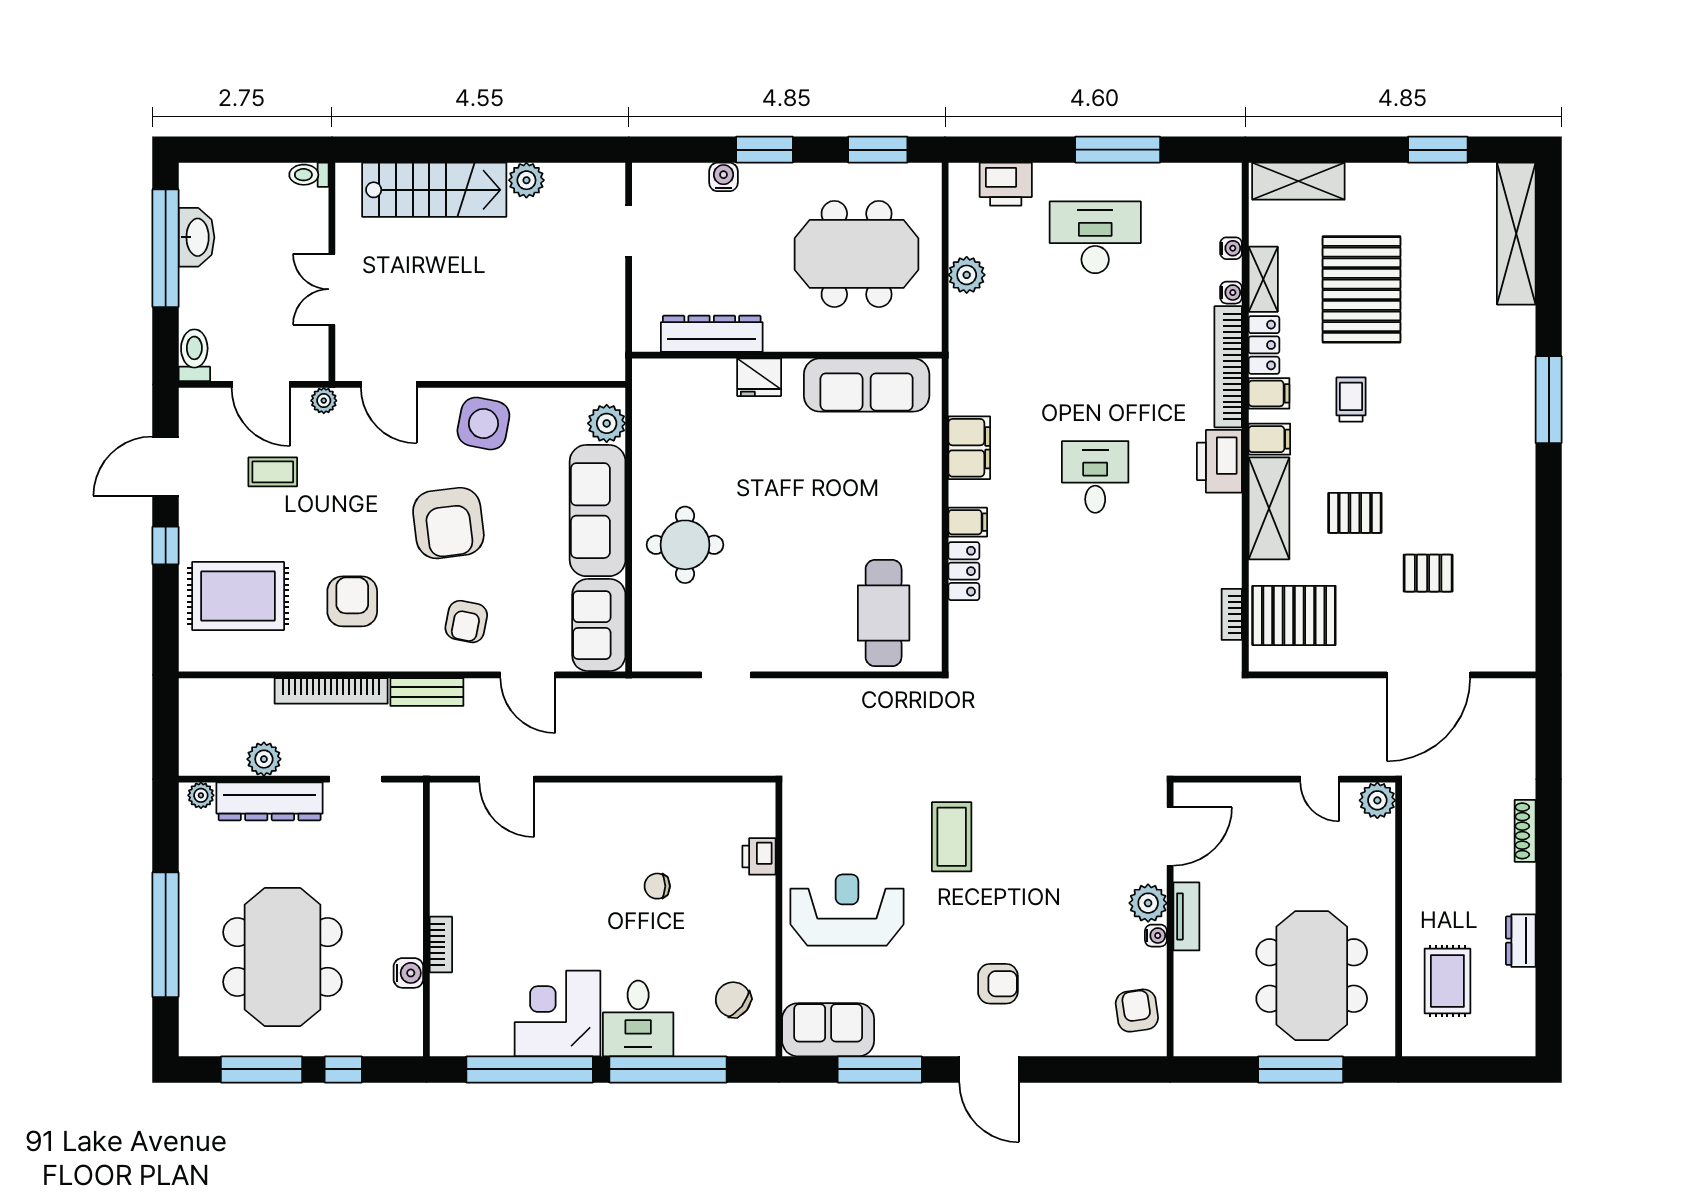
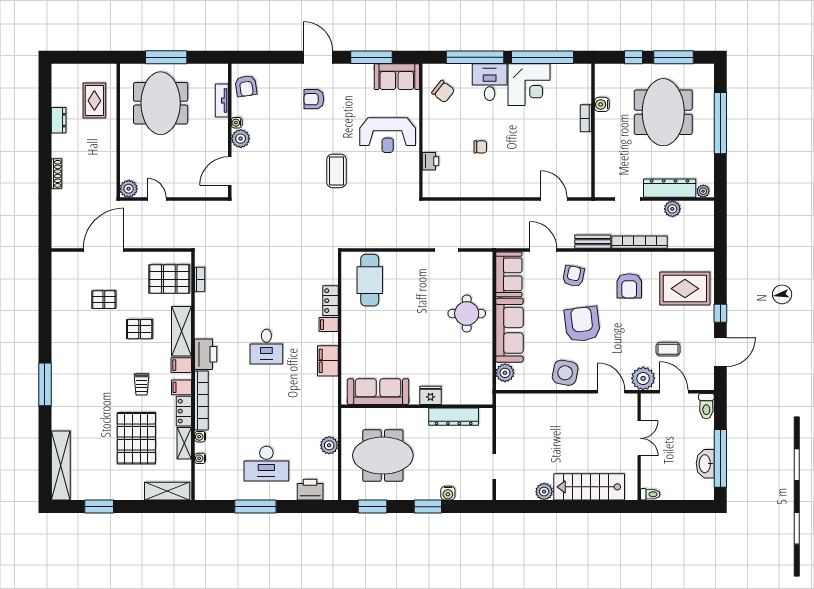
plant: (324, 401) -> (643, 378), width x1.87, depth x1.87
tv unit: (1186, 916) -> (222, 101), moved

